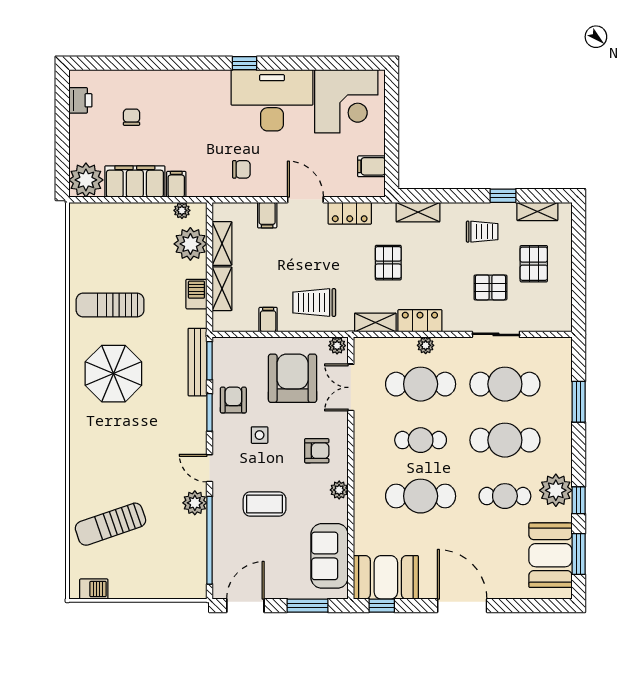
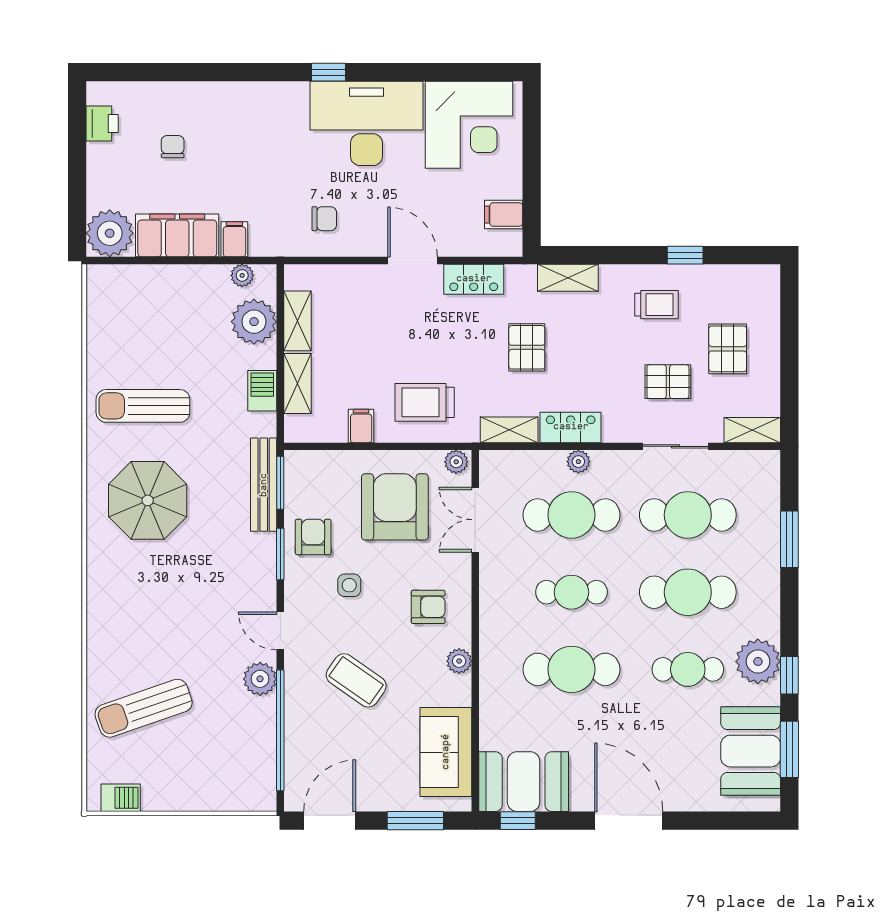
shelving: (537, 211) -> (752, 430), moved
filing cabinet: (267, 215) -> (360, 282), removed
coffee table: (265, 504) -> (356, 680), turned 35

